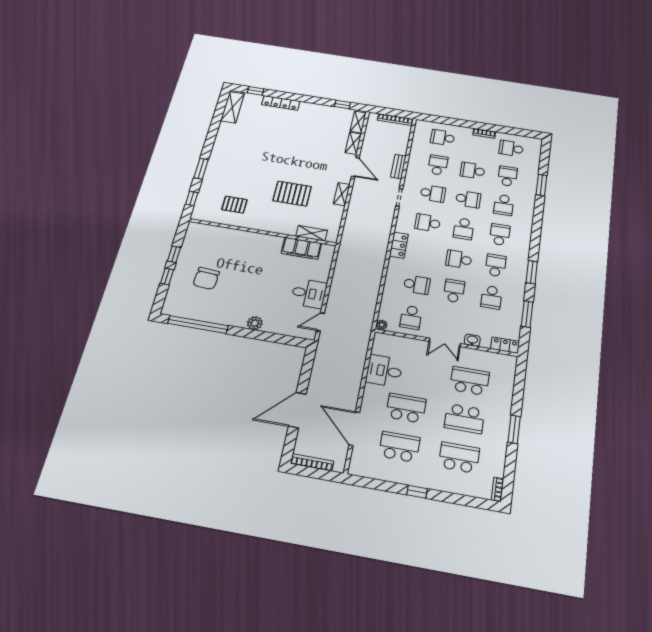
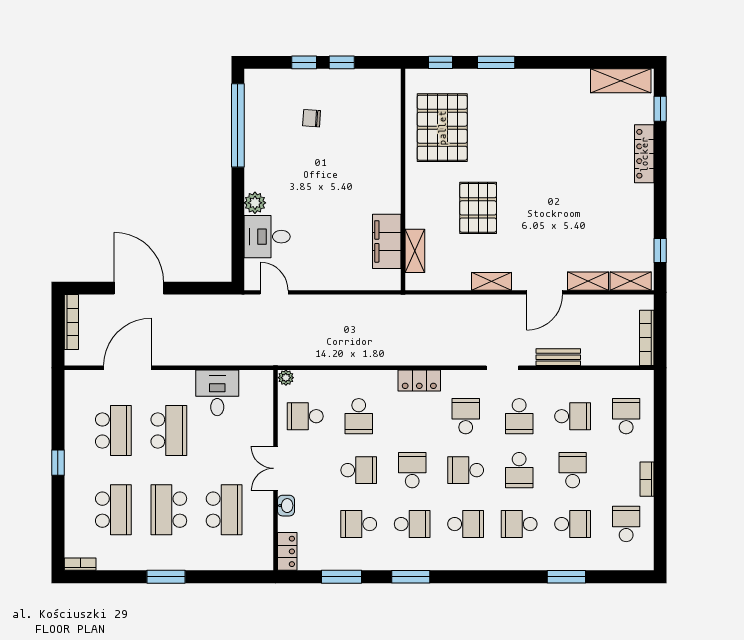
pallet: (234, 205) -> (442, 128), width x2.05, depth x2.00
chair: (206, 278) -> (312, 118), width x0.54, depth x0.54
desk: (309, 293) -> (267, 237), moved, turned 90

